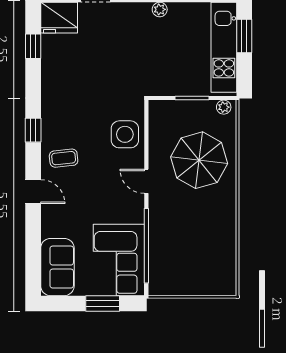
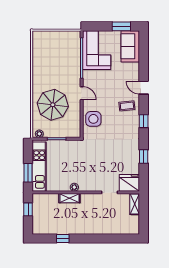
window: (33, 46) -> (144, 157), moved
window: (103, 303) -> (121, 26), moved

